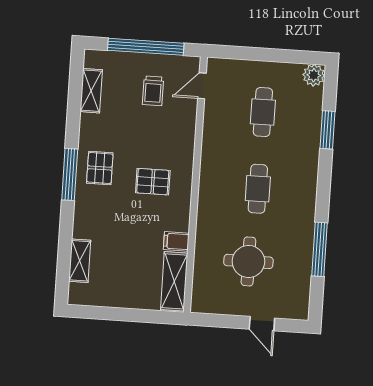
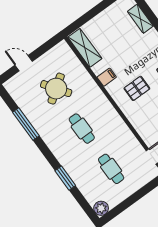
window: (327, 130) -> (65, 178), moved
filing cabinet: (176, 241) -> (107, 77), moved
round table: (248, 261) -> (56, 89), turned -35

